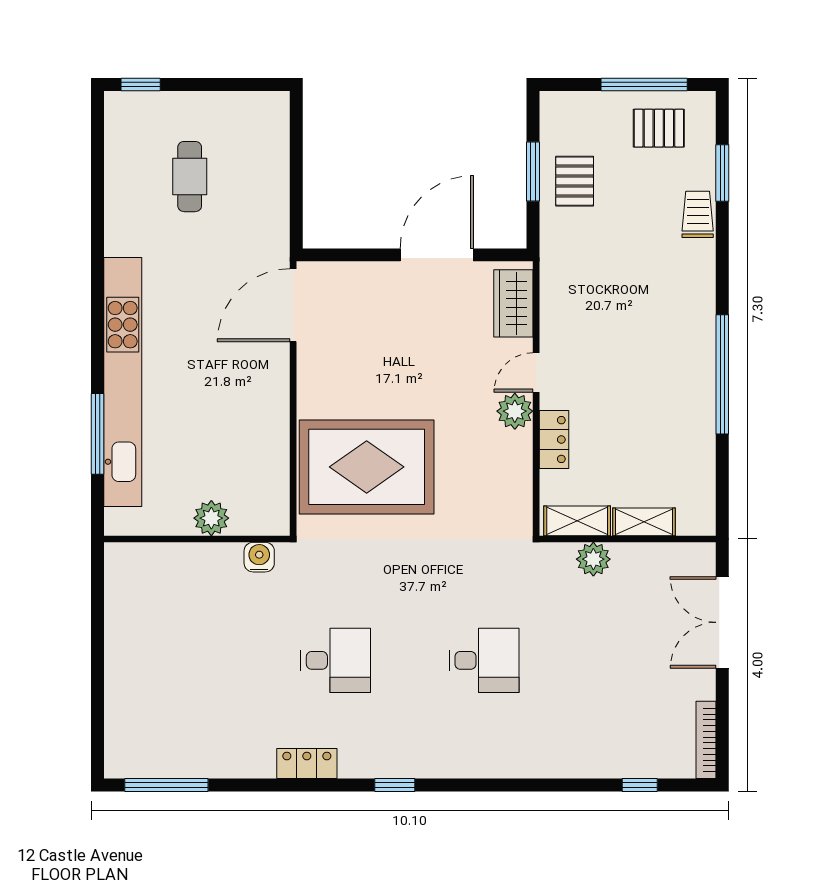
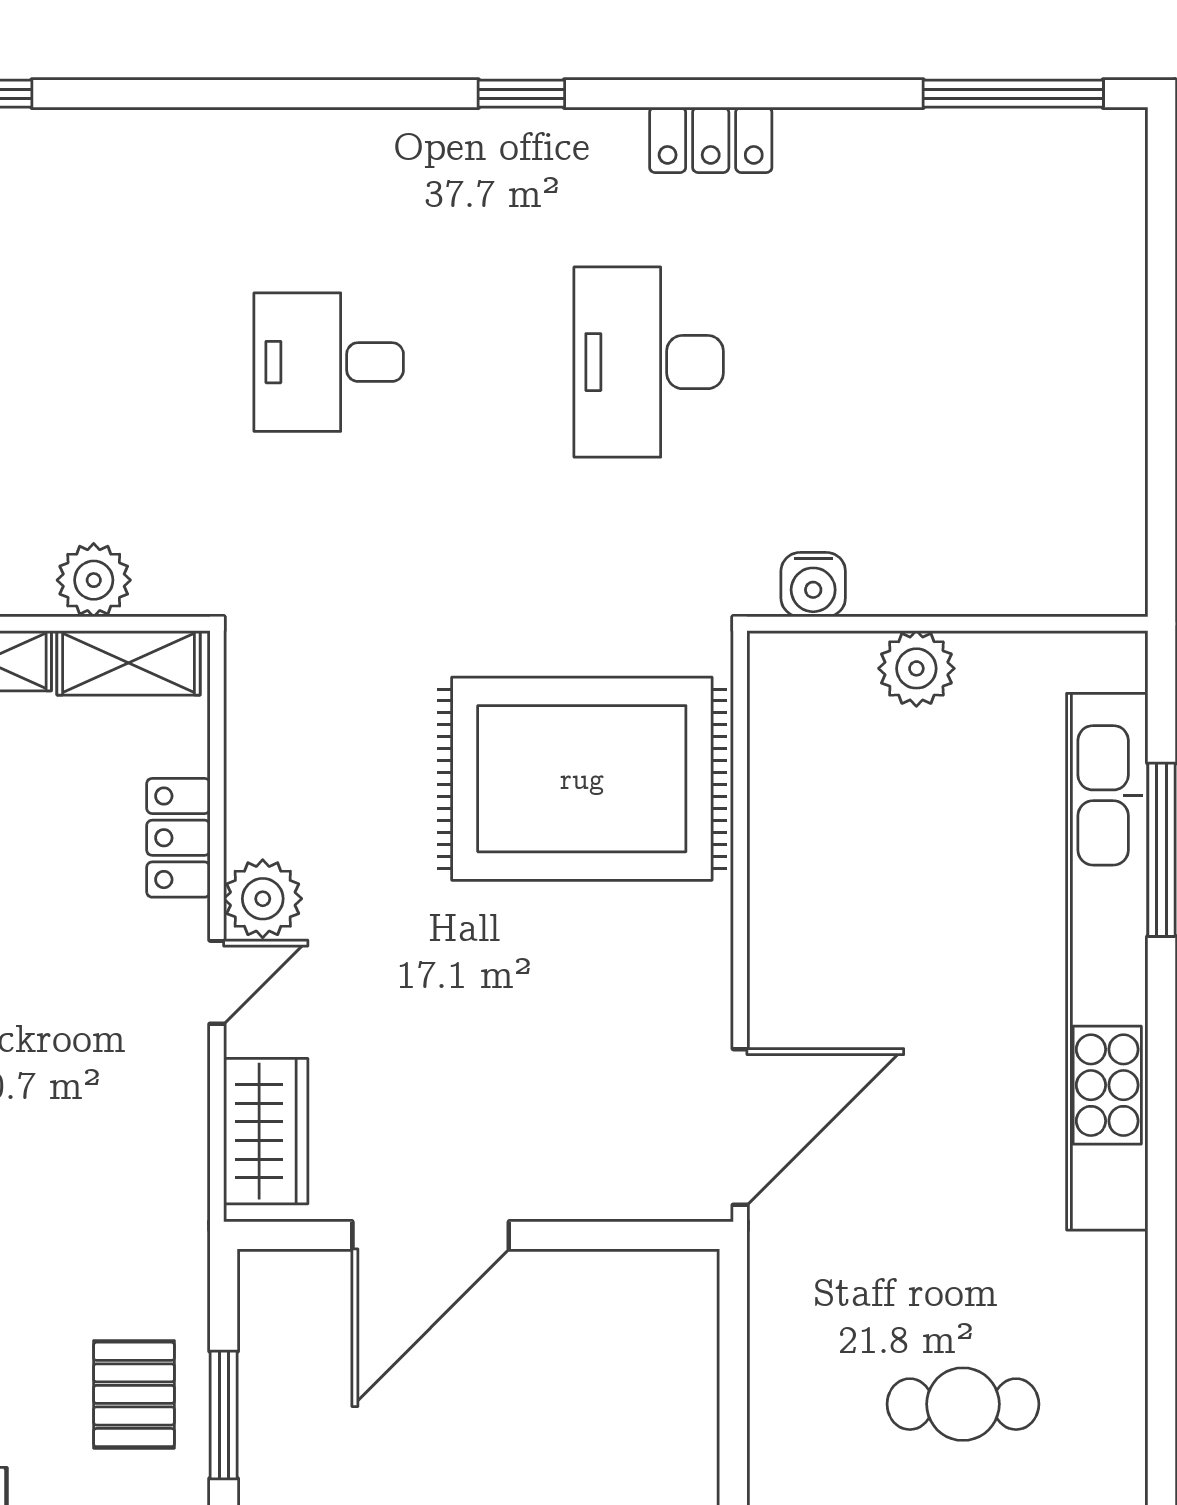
cafe table: (190, 177) -> (963, 1404), turned 90
desk: (336, 660) -> (649, 362), width x1.37

